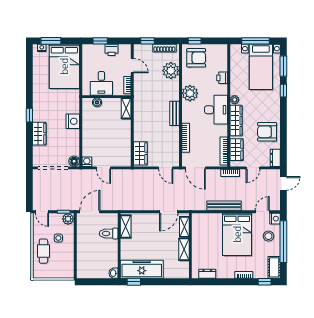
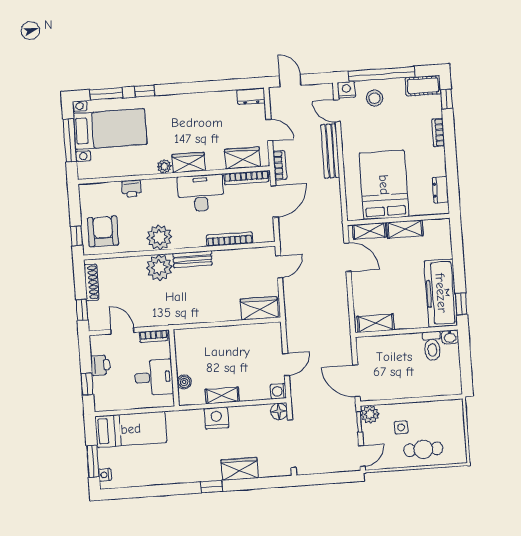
bed: (64, 66) -> (131, 429), width x0.67
door: (132, 66) -> (123, 331), hinge flipped
plant: (171, 71) -> (159, 267), moved
shelving: (126, 108) -> (222, 395), moved
desk: (216, 110) -> (201, 193), moved
wardrobe: (236, 120) -> (189, 162), width x0.67
armchair: (267, 132) -> (211, 112), removed
door: (195, 168) -> (274, 201), moved
bench: (224, 206) -> (330, 151), moved
toilet: (109, 234) -> (432, 346), moved
bed: (237, 234) -> (384, 185), moved, turned -90

